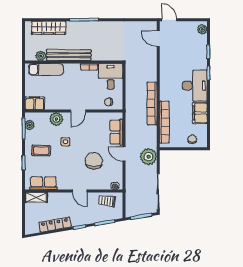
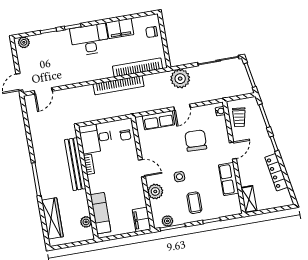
bench: (69, 55) -> (75, 164), moved
chair: (94, 161) -> (196, 141), turned 92
row of seats: (43, 183) -> (229, 179), moved

